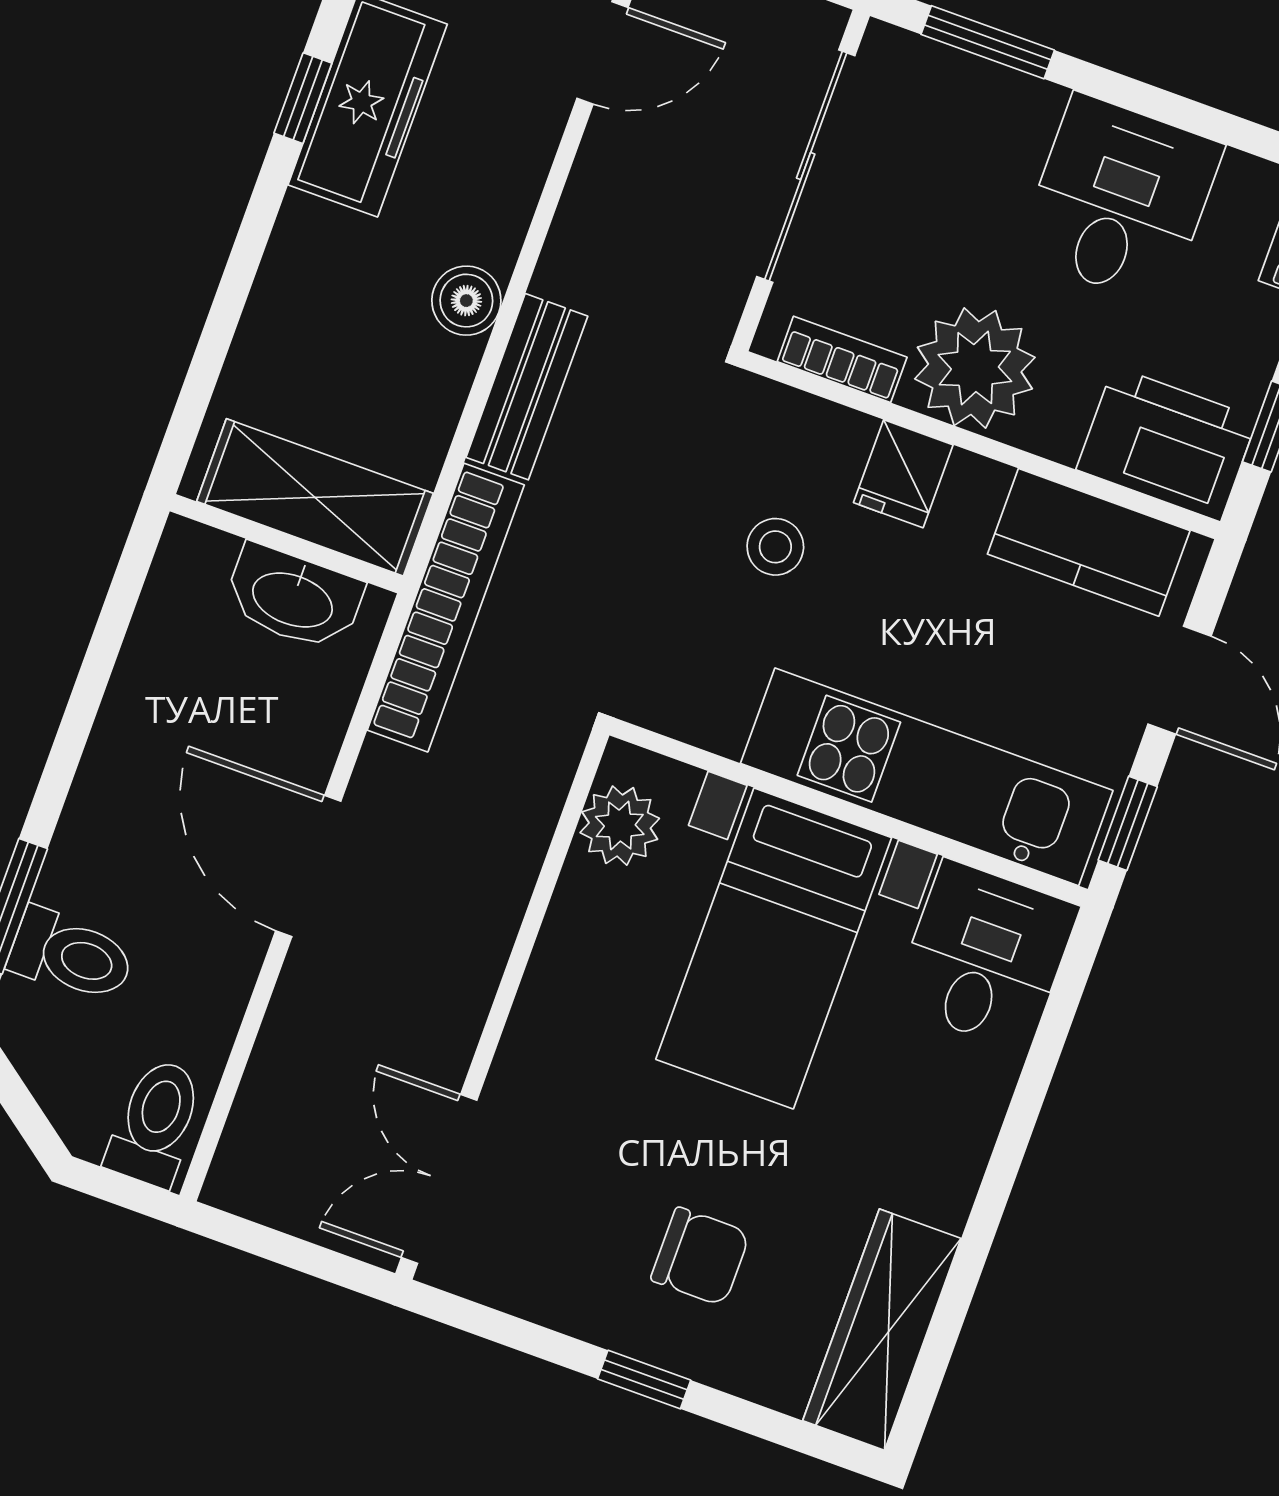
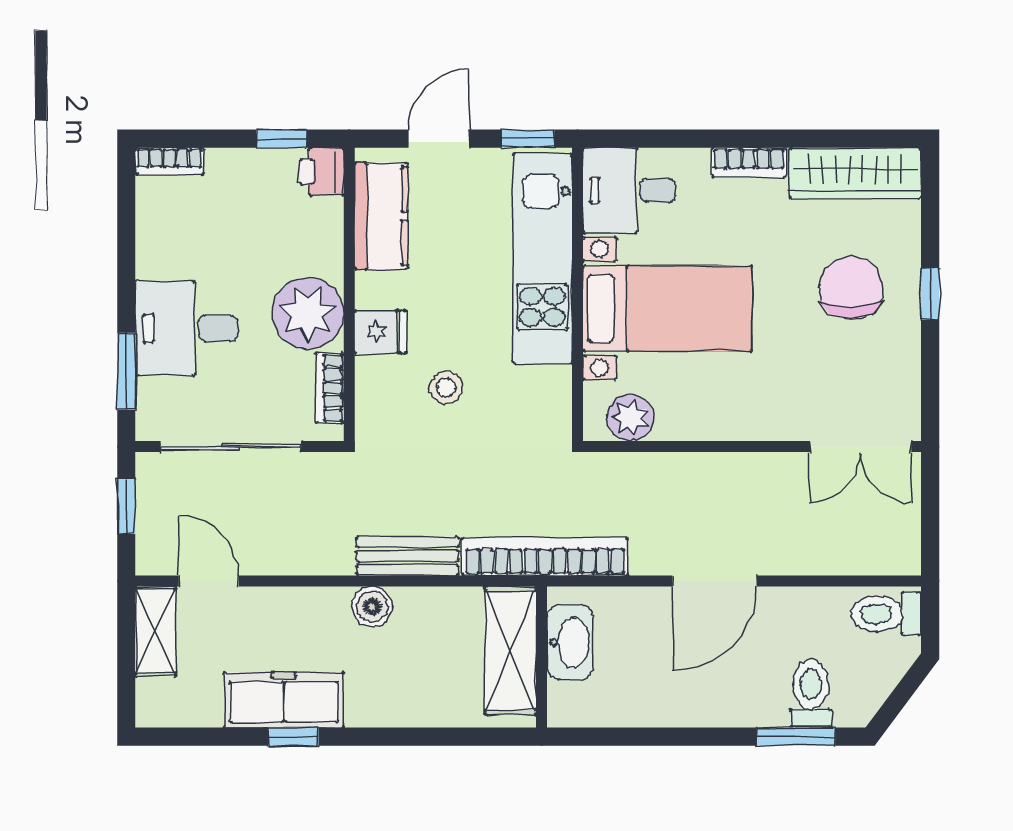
desk: (1120, 200) -> (186, 328), moved
printer: (1167, 444) -> (322, 172), width x0.53, depth x0.68
bookcase: (961, 1165) -> (749, 162), added
chair: (700, 1256) -> (851, 288), width x1.37, depth x1.37

